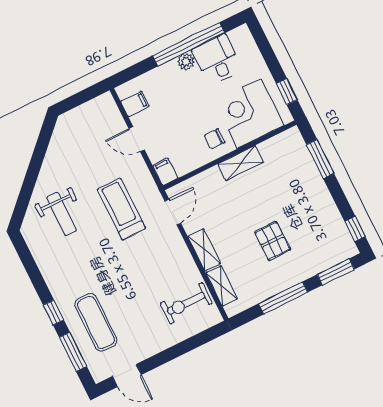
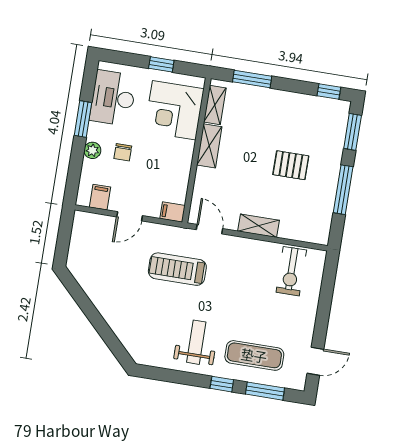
window: (189, 44) -> (83, 119), width x0.47
desk: (217, 60) -> (113, 98), width x1.37
plant: (186, 62) -> (92, 150), moved
window: (287, 92) -> (161, 64), moved
chair: (215, 139) -> (123, 152), moved
weight bench: (62, 214) -> (196, 342), moved, turned -90
shelving: (222, 286) -> (215, 105), moved, turned 90

